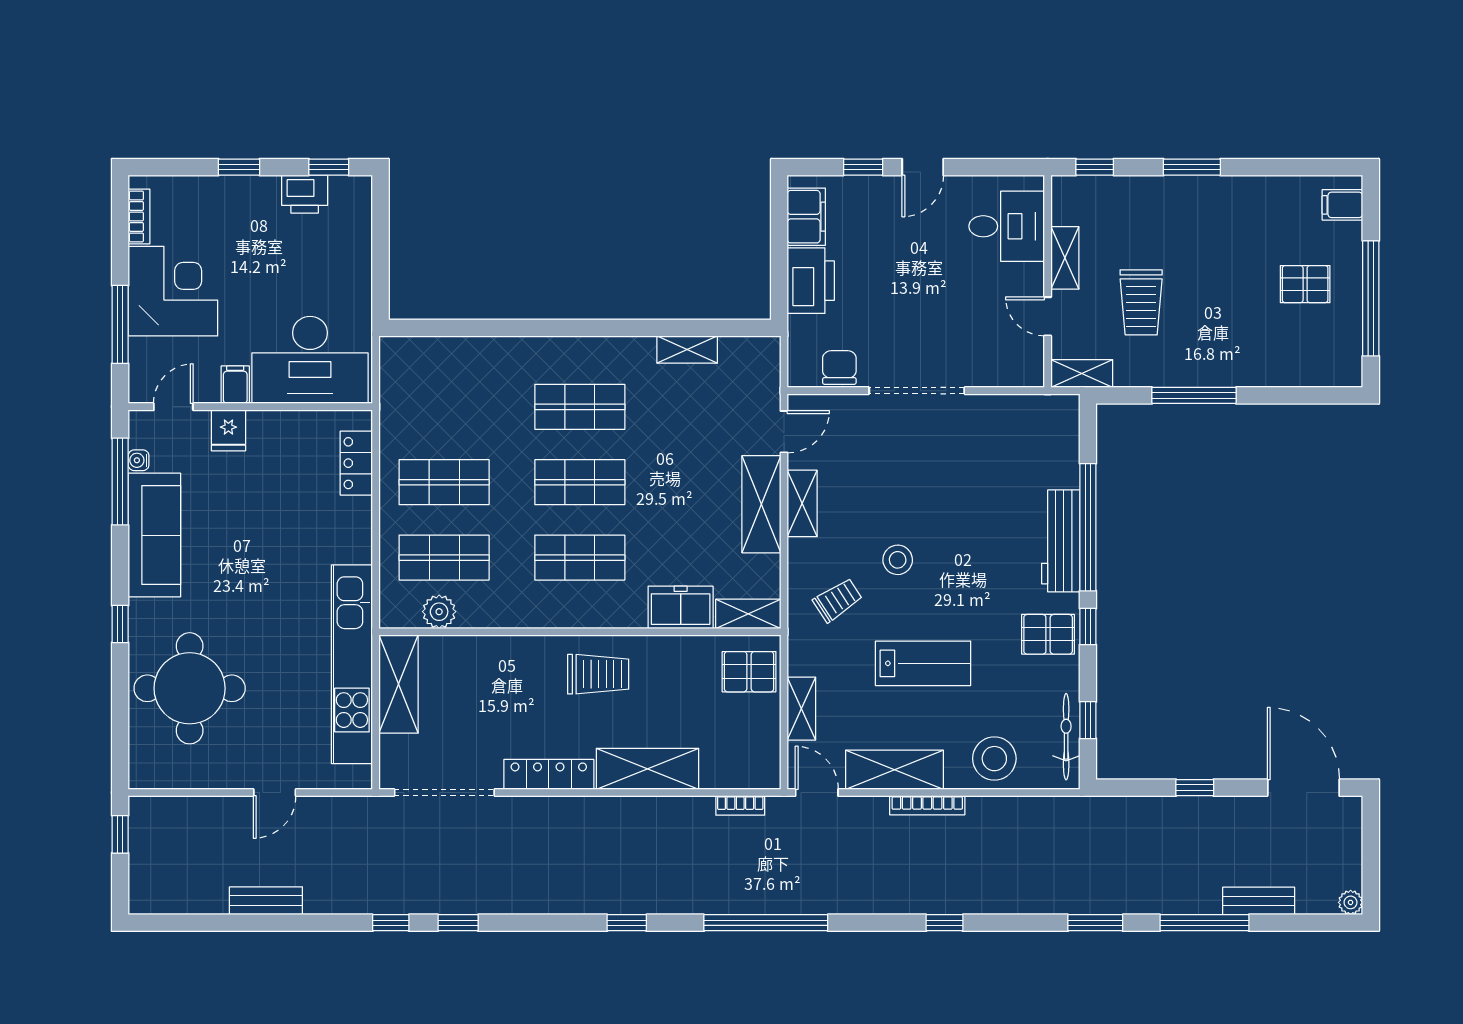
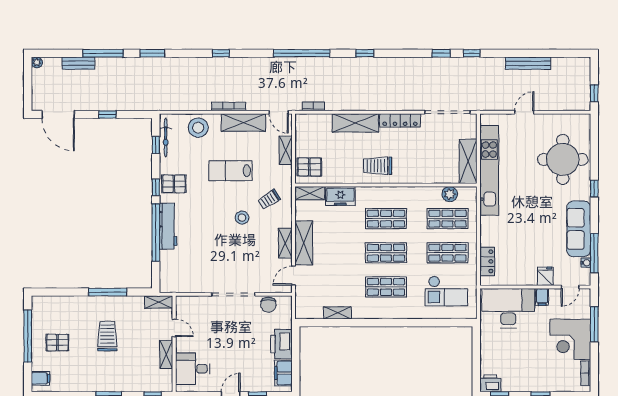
printer: (305, 194) -> (490, 383), moved
trolley: (1141, 302) -> (107, 336), moved
checkout: (447, 398) -> (446, 291), added
bench: (266, 901) -> (528, 63), width x1.36

